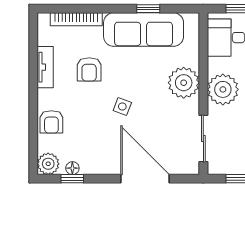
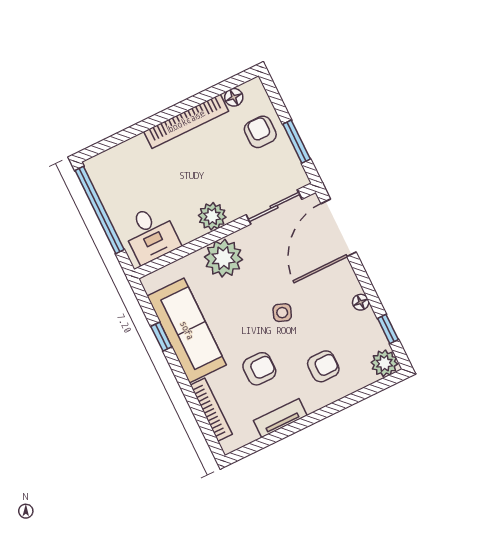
plant: (223, 89) -> (212, 216), width x0.73, depth x0.73
armchair: (51, 122) -> (323, 366), moved
floor lamp: (72, 168) -> (361, 302), moved
door: (145, 179) -> (339, 228), moved

